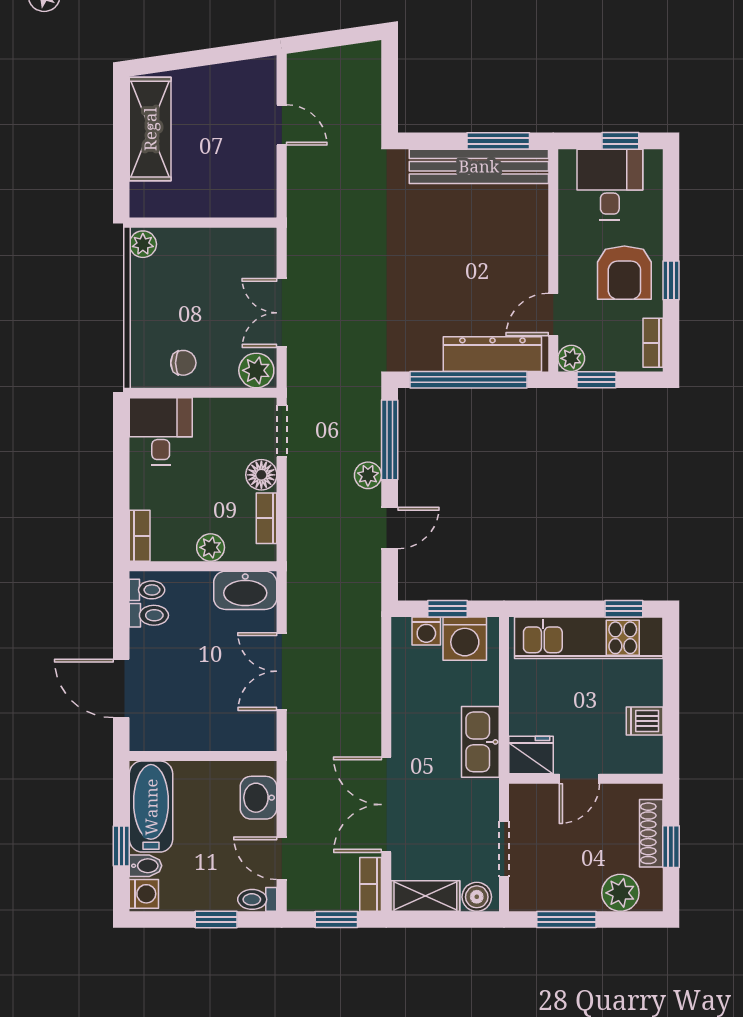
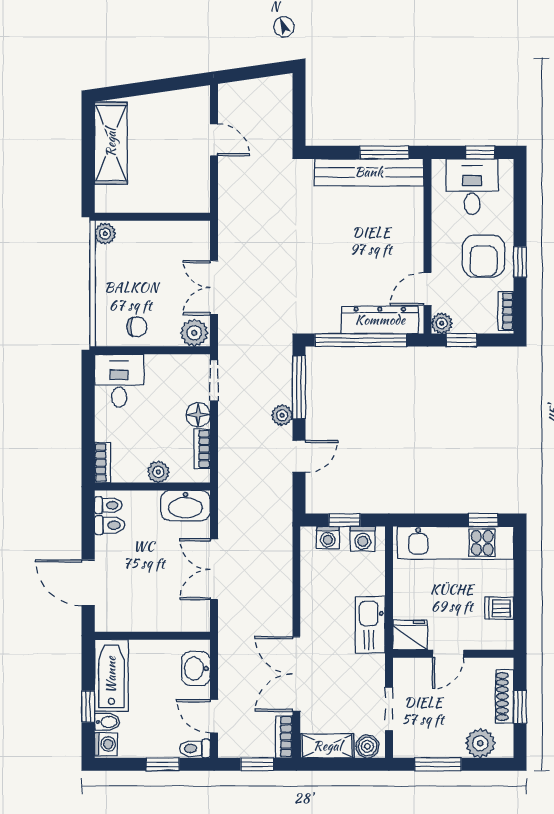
washing machine: (465, 639) -> (363, 539), width x0.73, depth x0.73

